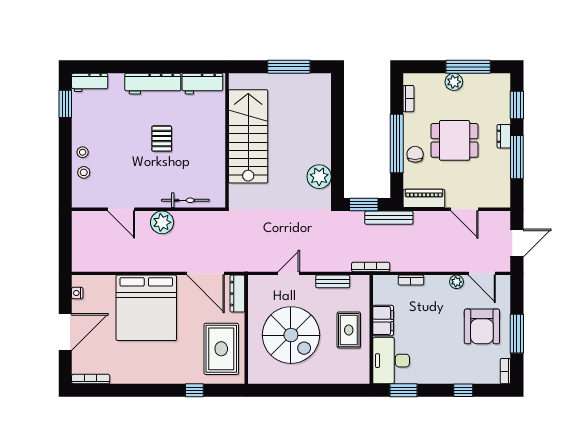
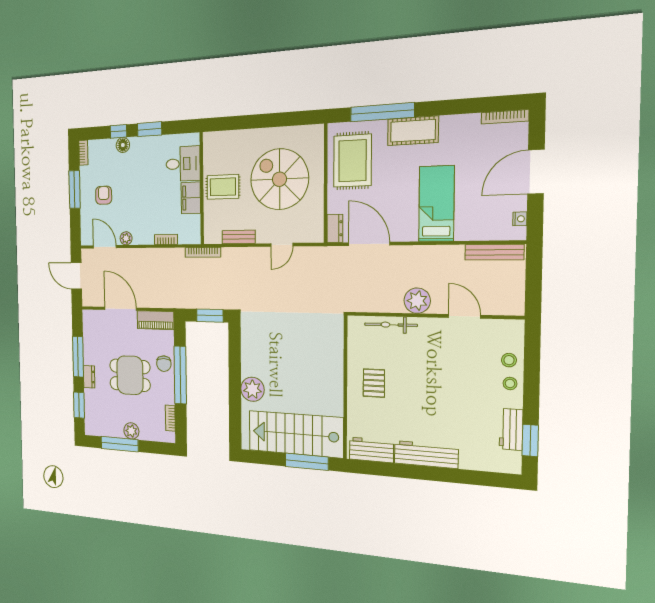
window: (289, 67) -> (307, 462), moved
workbench: (90, 82) -> (511, 429), moved, turned -90
stairs: (248, 136) -> (295, 434), moved, turned 90
pallet: (162, 139) -> (374, 383), moved
plant: (319, 177) -> (252, 389), moved
door: (464, 209) -> (120, 309), width x1.36
bench: (389, 218) -> (494, 252), moved
door: (517, 243) -> (76, 276), hinge flipped
dresser: (237, 294) -> (335, 228), width x0.70
bed: (146, 308) -> (436, 204), width x0.49
armchair: (482, 326) -> (104, 195), width x0.53, depth x0.53
rug: (349, 330) -> (223, 187), turned 90
desk: (391, 361) -> (183, 164), width x0.73
cot: (167, 372) -> (413, 131), added
floor lamp: (458, 376) -> (123, 145), added
window: (194, 390) -> (382, 112), width x3.17
window: (403, 390) -> (150, 129), moved

